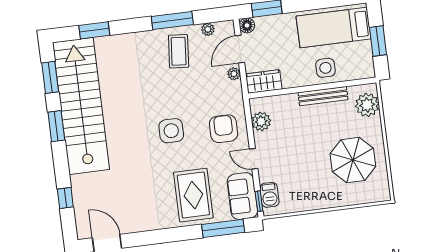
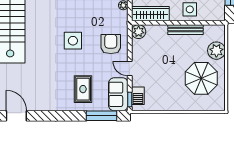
wardrobe: (264, 82) -> (150, 14), width x1.50
plant: (367, 105) -> (216, 51), moved
plant: (261, 121) -> (139, 32), moved
rug: (193, 195) -> (83, 89), width x0.73, depth x0.70

